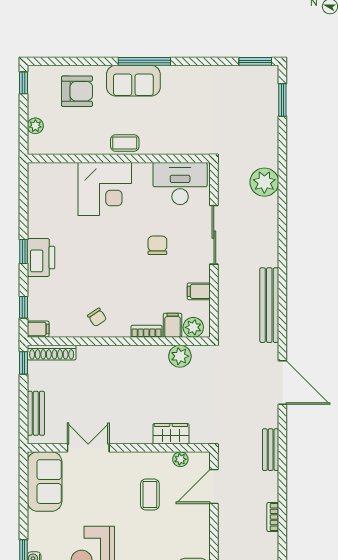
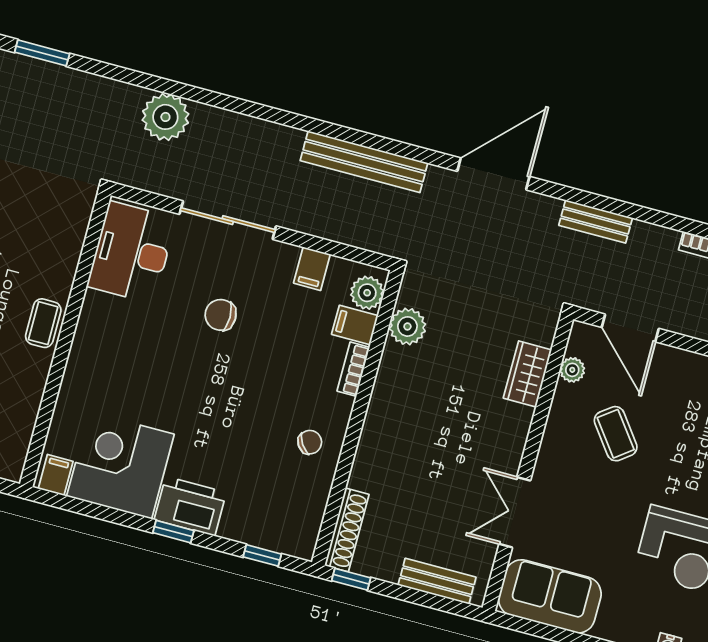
corner desk: (105, 189) -> (120, 465), moved, turned -90
filing cabinet: (38, 329) -> (56, 475), moved
coffee table: (150, 494) -> (616, 434), turned 53

